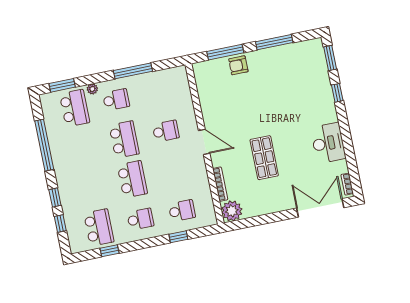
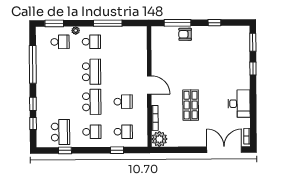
window: (274, 42) -> (214, 23), width x0.46
school desk: (74, 108) -> (60, 42), width x0.54
school desk: (166, 131) -> (123, 102), moved

